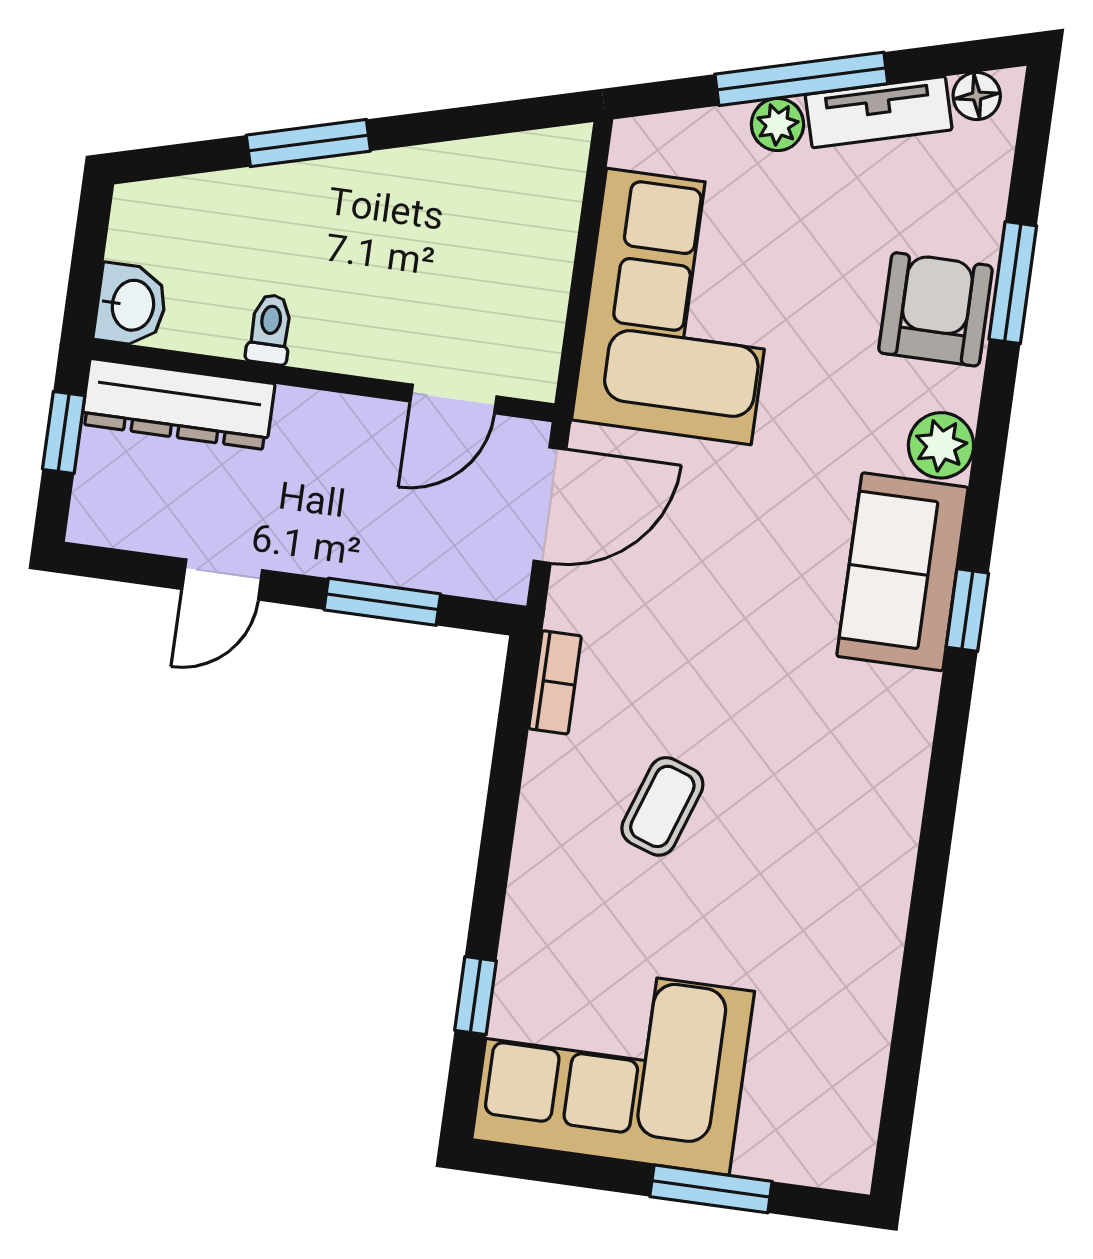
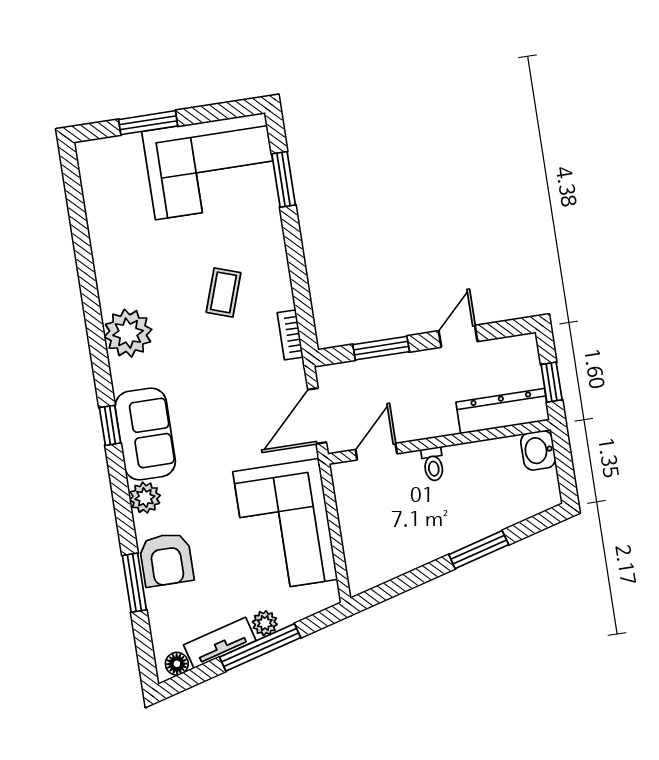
toilet: (270, 329) -> (433, 464), moved
plant: (877, 783) -> (128, 333), added
window: (475, 996) -> (284, 179), width x1.50

